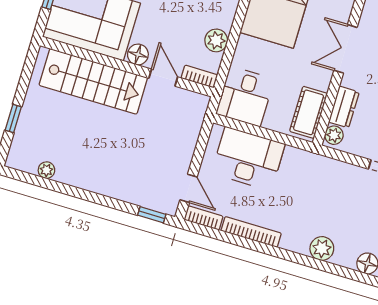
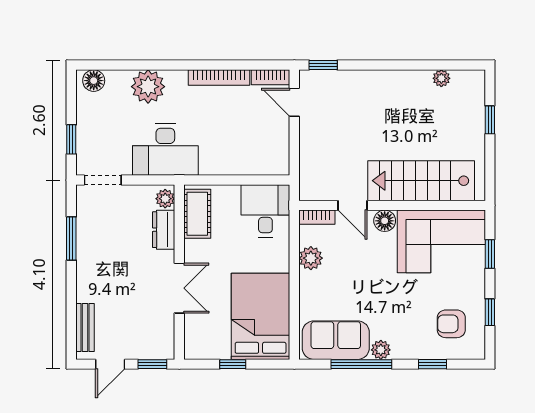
desk: (248, 159) -> (165, 150), moved
plant: (322, 249) -> (148, 87), width x1.36, depth x1.36

